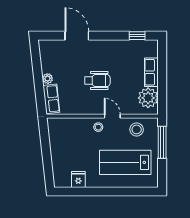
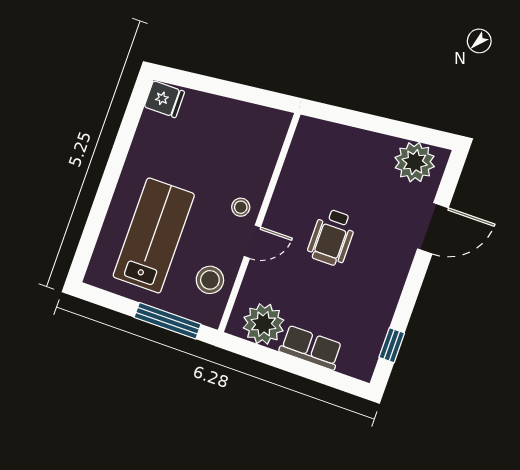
plant: (47, 79) -> (415, 162), moved, width x1.87, depth x1.87
row of seats: (51, 99) -> (328, 135), removed
fridge: (78, 180) -> (164, 99), moved

